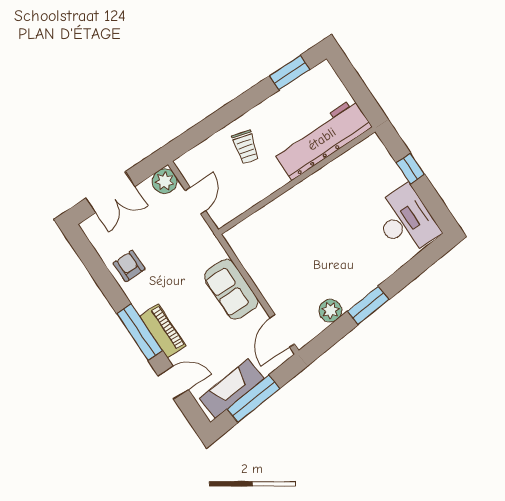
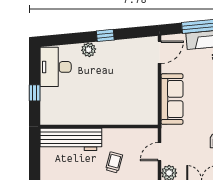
sofa: (231, 289) -> (172, 99), width x1.36
window: (368, 305) -> (105, 35), width x0.67
plant: (330, 311) -> (89, 50), moved

